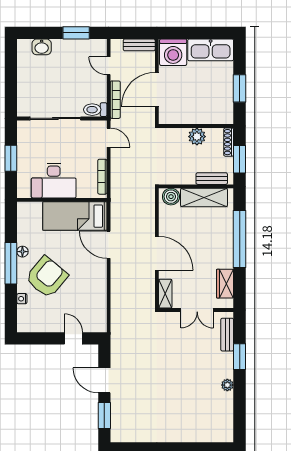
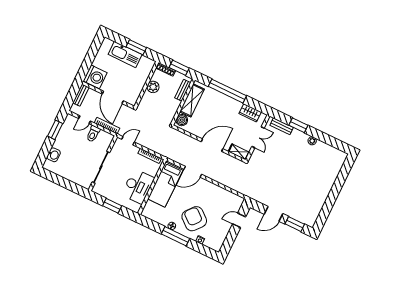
kitchen sink: (211, 50) -> (125, 54), moved, turned 90
toilet: (95, 110) -> (93, 134), moved

